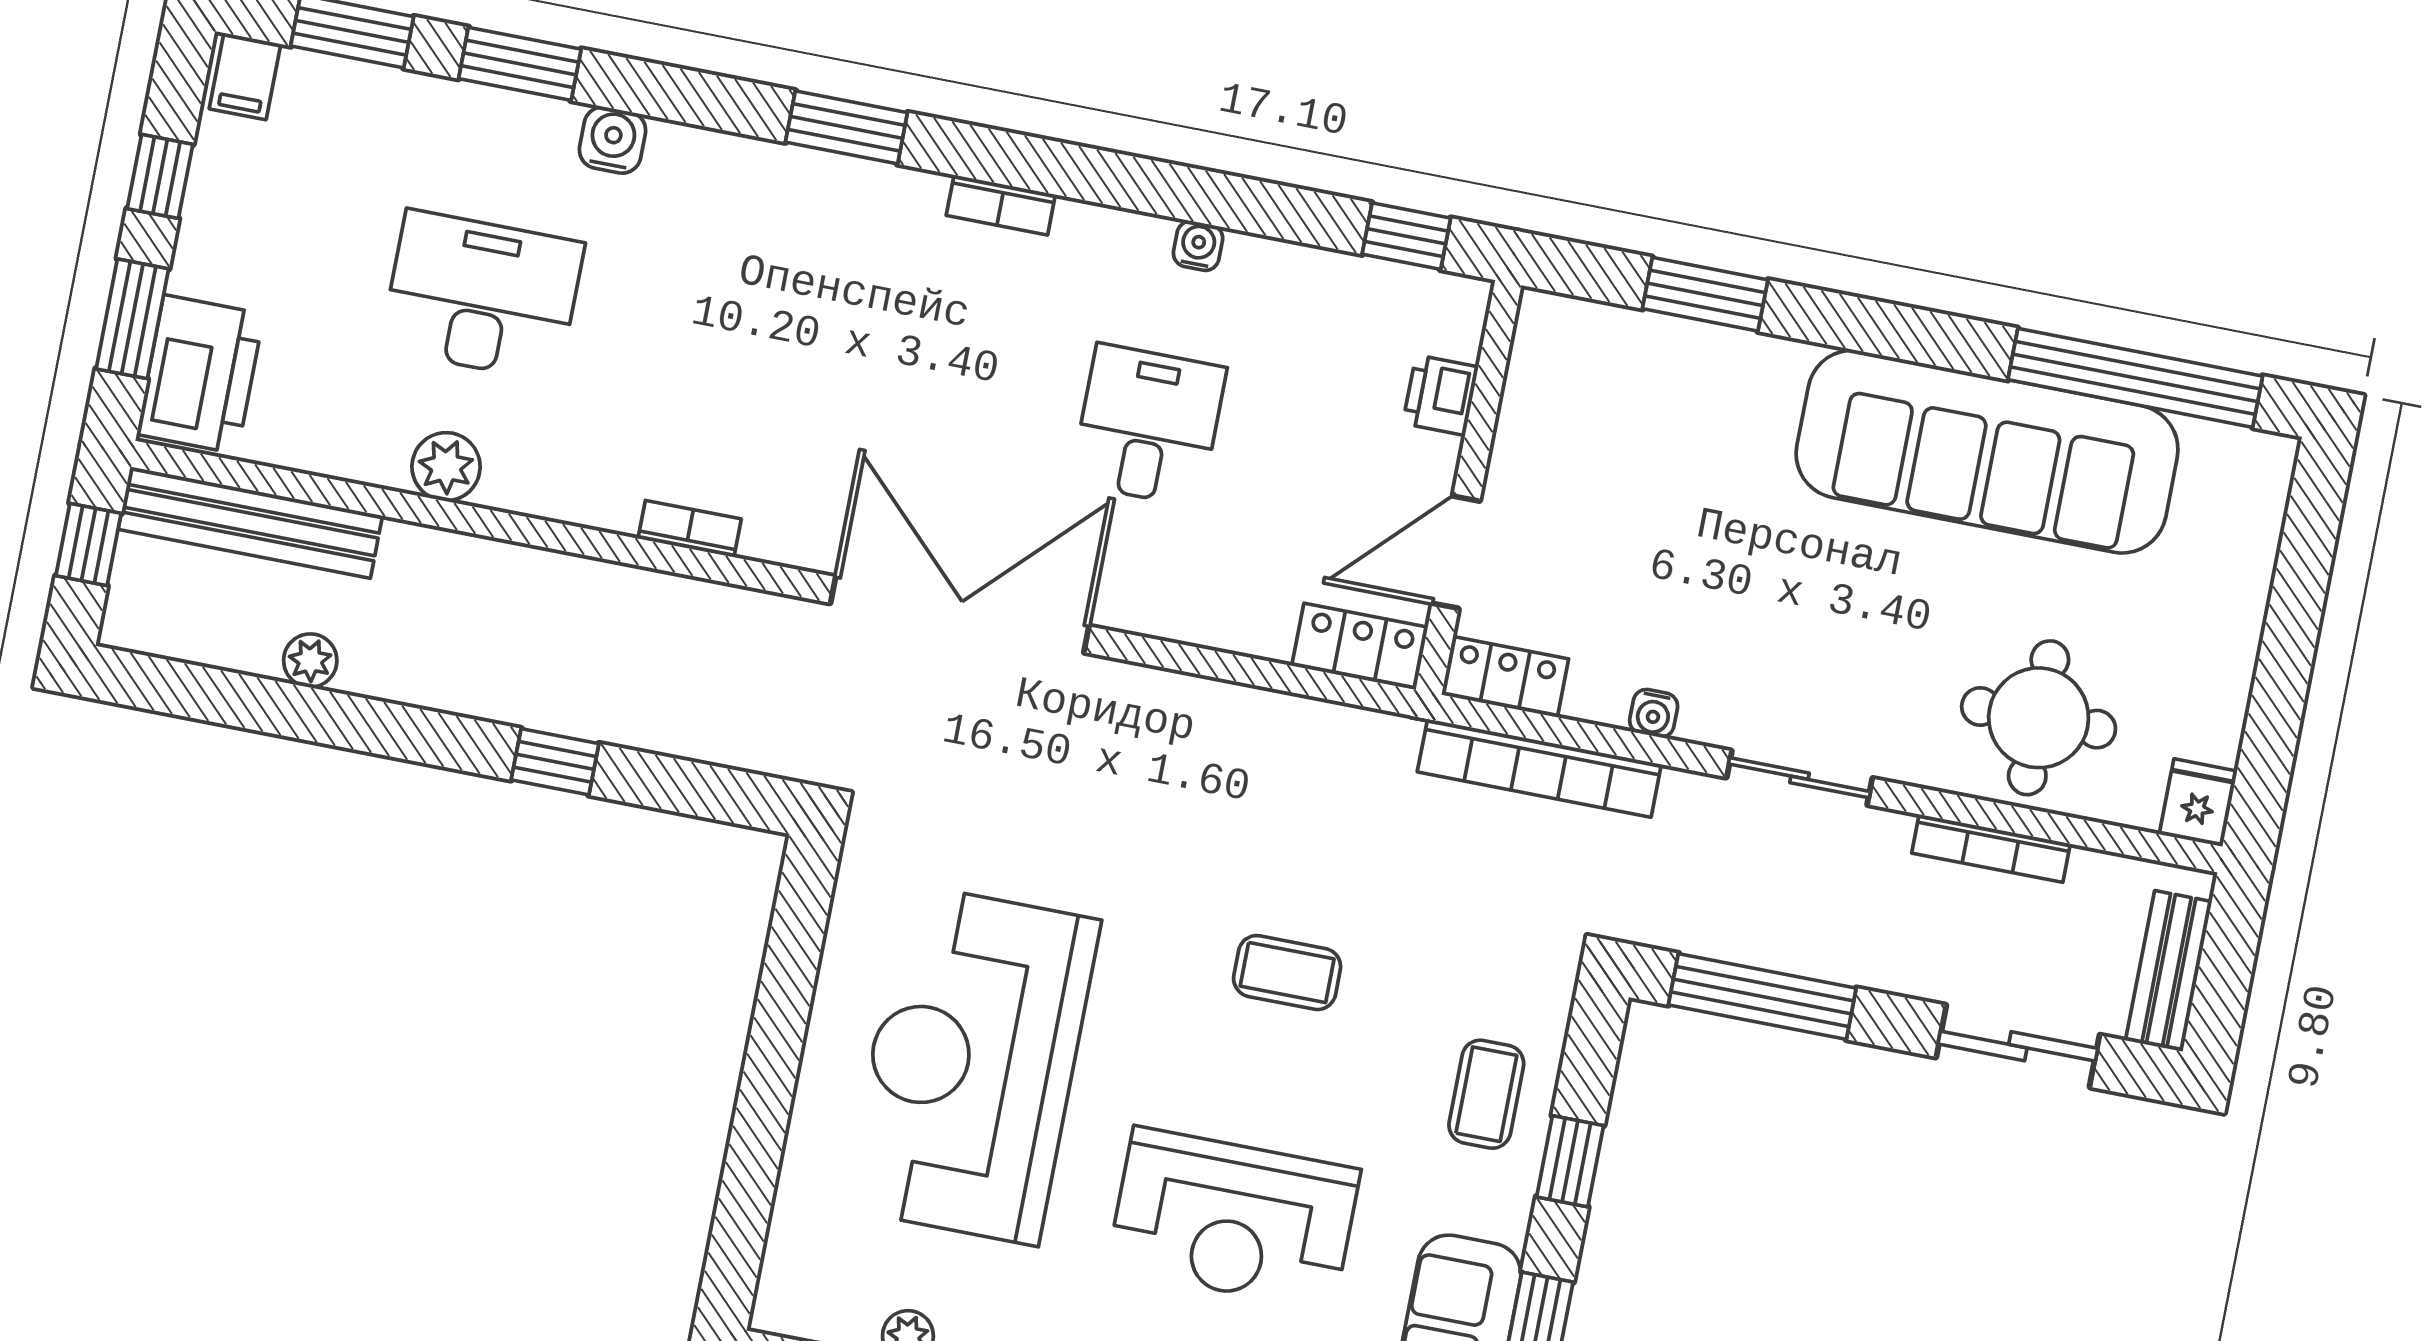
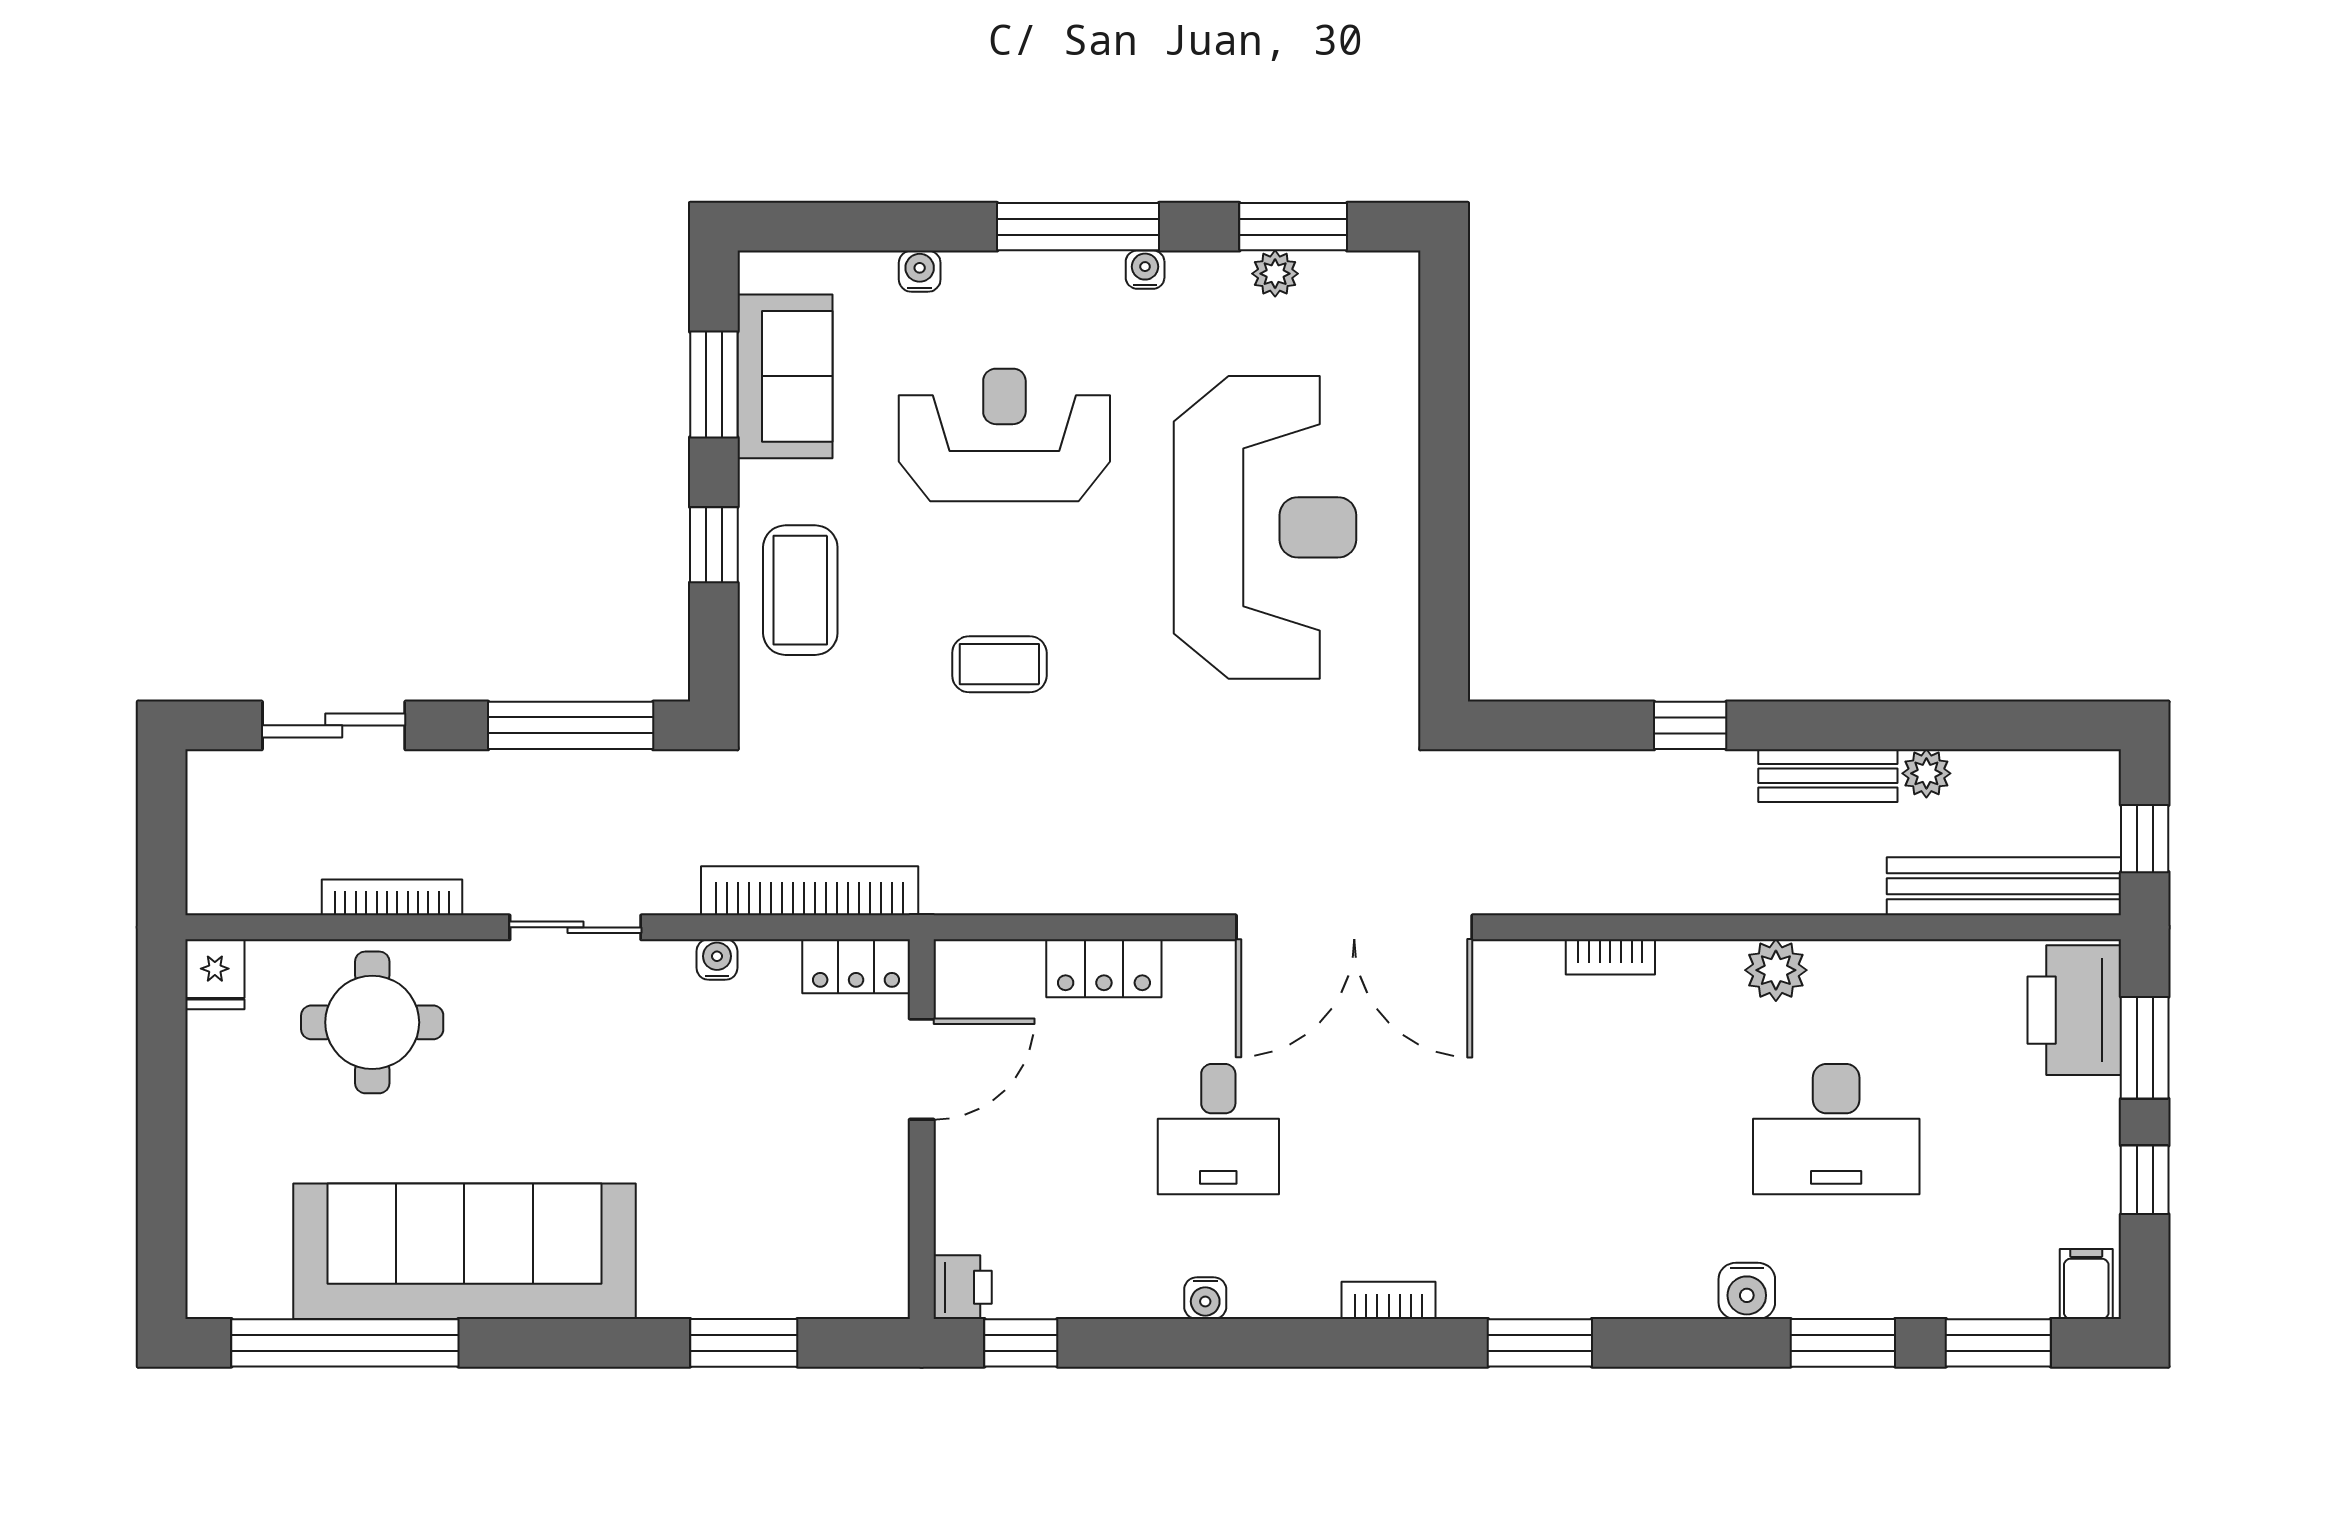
printer: (1441, 395) -> (963, 1287), moved
plant: (446, 467) -> (1776, 970), moved
locker: (1360, 646) -> (1104, 968), moved
bench: (2169, 971) -> (1828, 776), moved, turned 90
coffee table: (1486, 1094) -> (800, 590), width x1.36, depth x1.30

